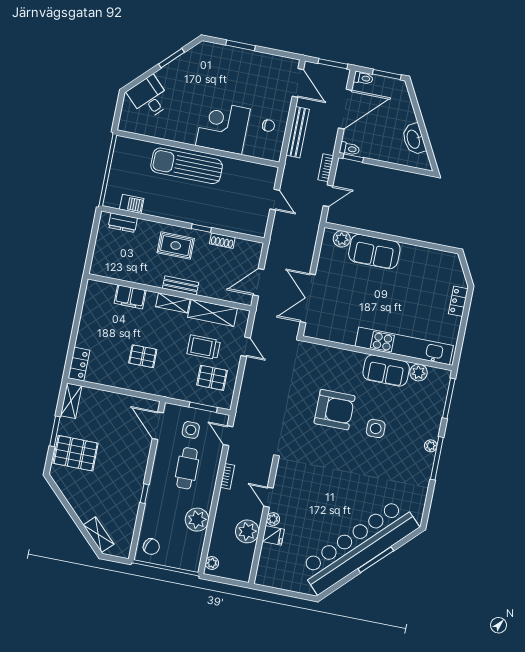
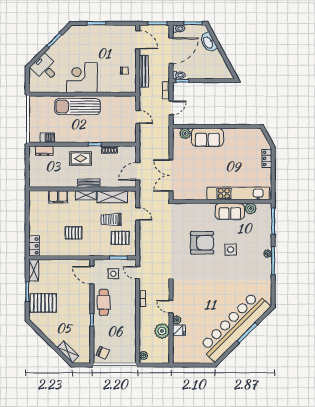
corner desk: (223, 127) -> (82, 77), moved
washbasin: (414, 139) -> (208, 42), moved
cafe table: (187, 468) -> (104, 302), moved
plant: (197, 520) -> (129, 330), removed

